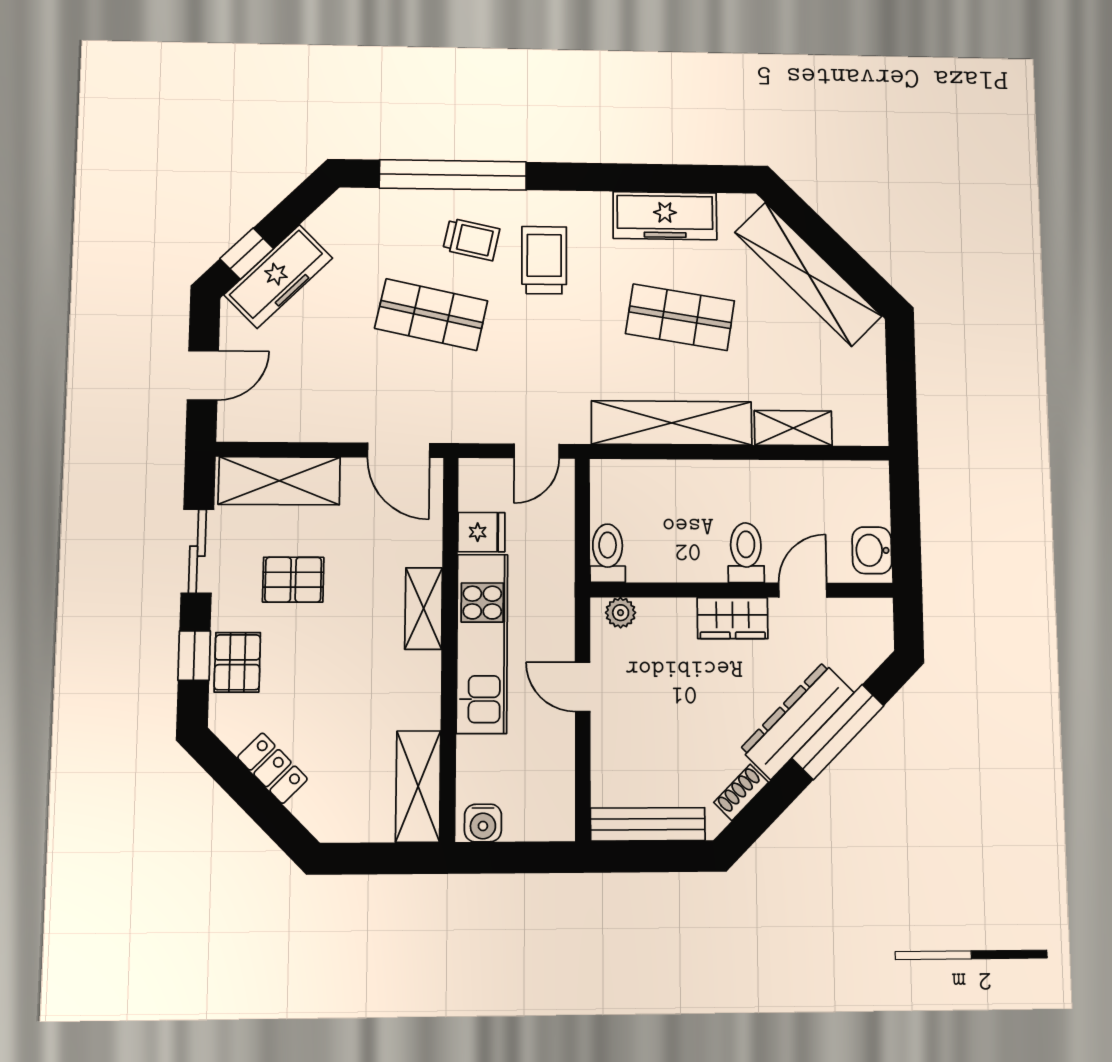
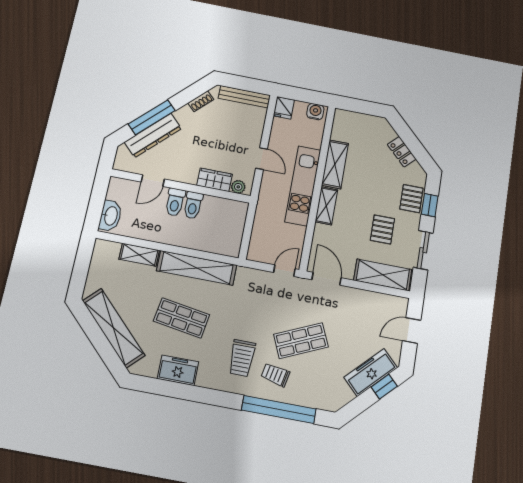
freezer: (665, 216) -> (178, 370), width x0.71
shop shelf: (431, 315) -> (301, 341), turned -36
door: (537, 451) -> (284, 271), moved
fridge: (481, 532) -> (284, 108), moved, turned -90
washbasin: (872, 550) -> (110, 216), moved, width x1.38
toilet: (608, 553) -> (193, 205), moved
pallet: (293, 580) -> (382, 229), turned 90
wardrobe: (733, 618) -> (215, 180), moved
dresser: (797, 721) -> (153, 135), moved
shelving: (418, 786) -> (335, 164), moved

